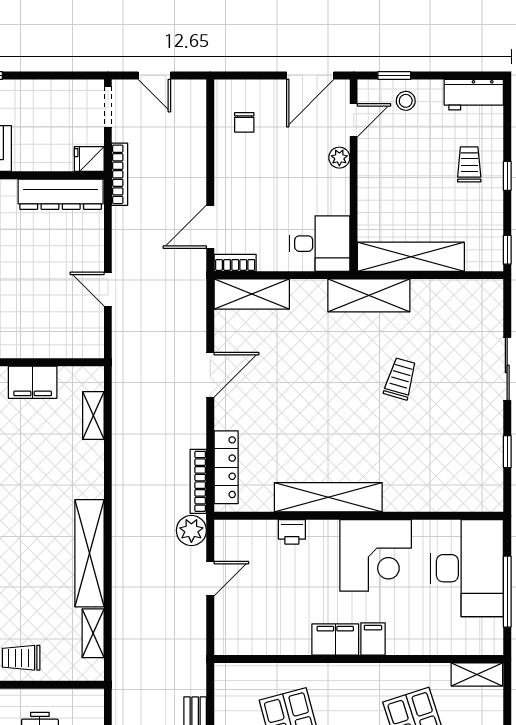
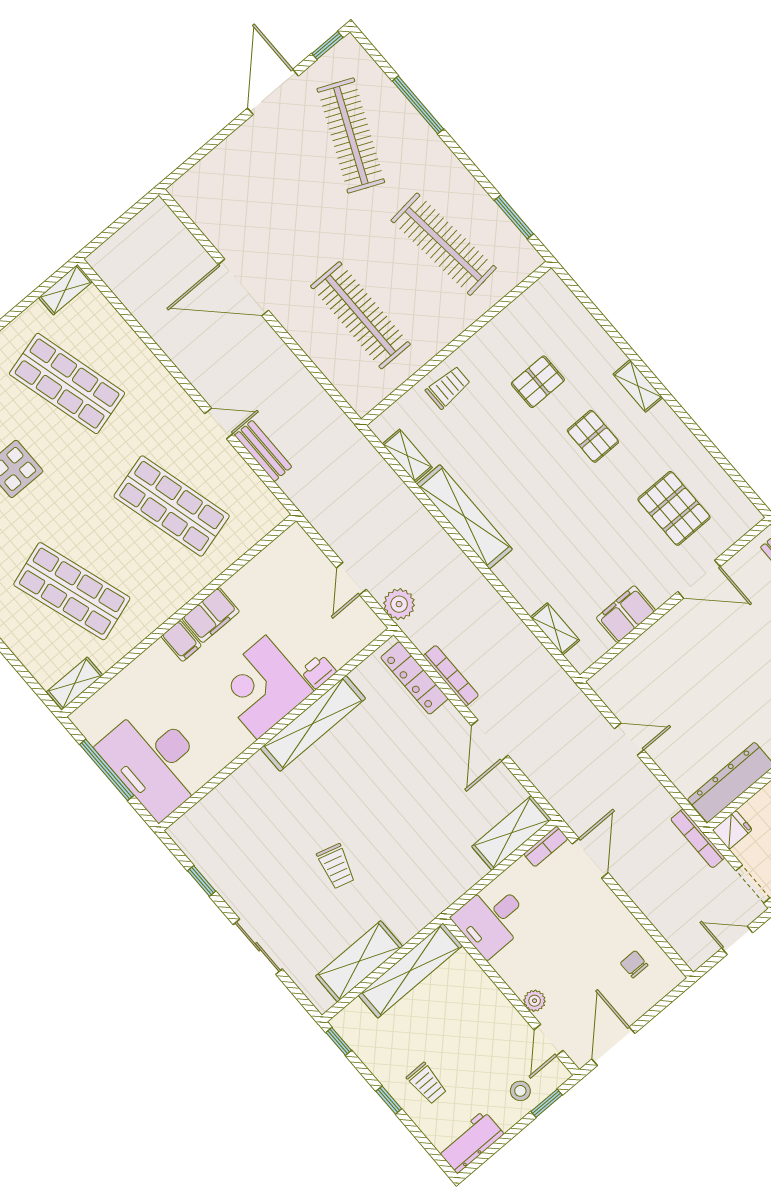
shelving: (369, 295) -> (359, 961), moved
bookcase: (198, 481) -> (451, 676), moved
corner desk: (376, 555) -> (262, 687), moved

